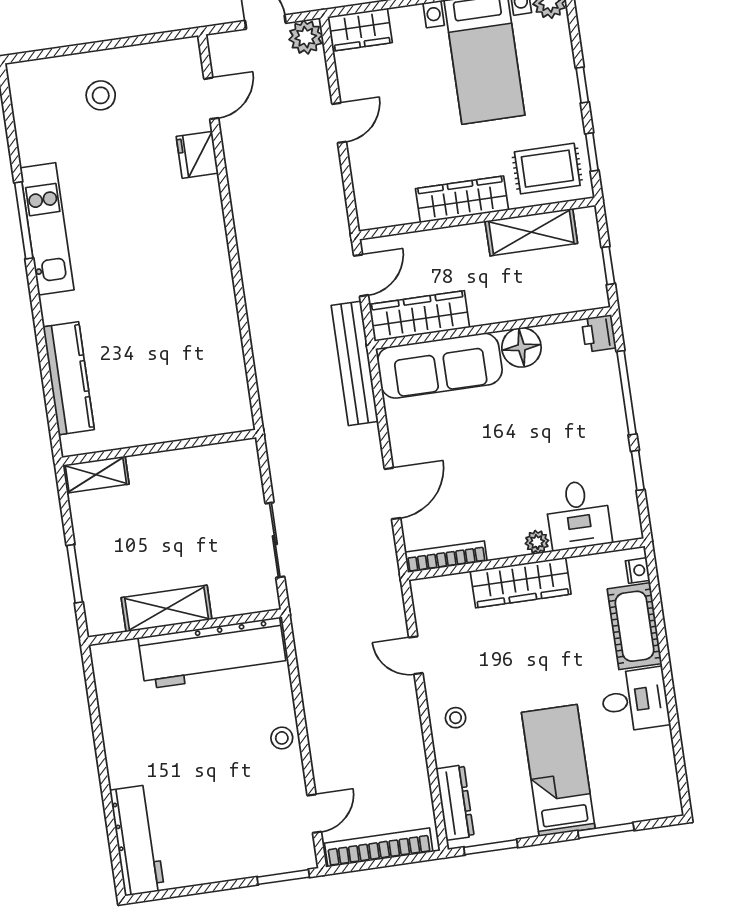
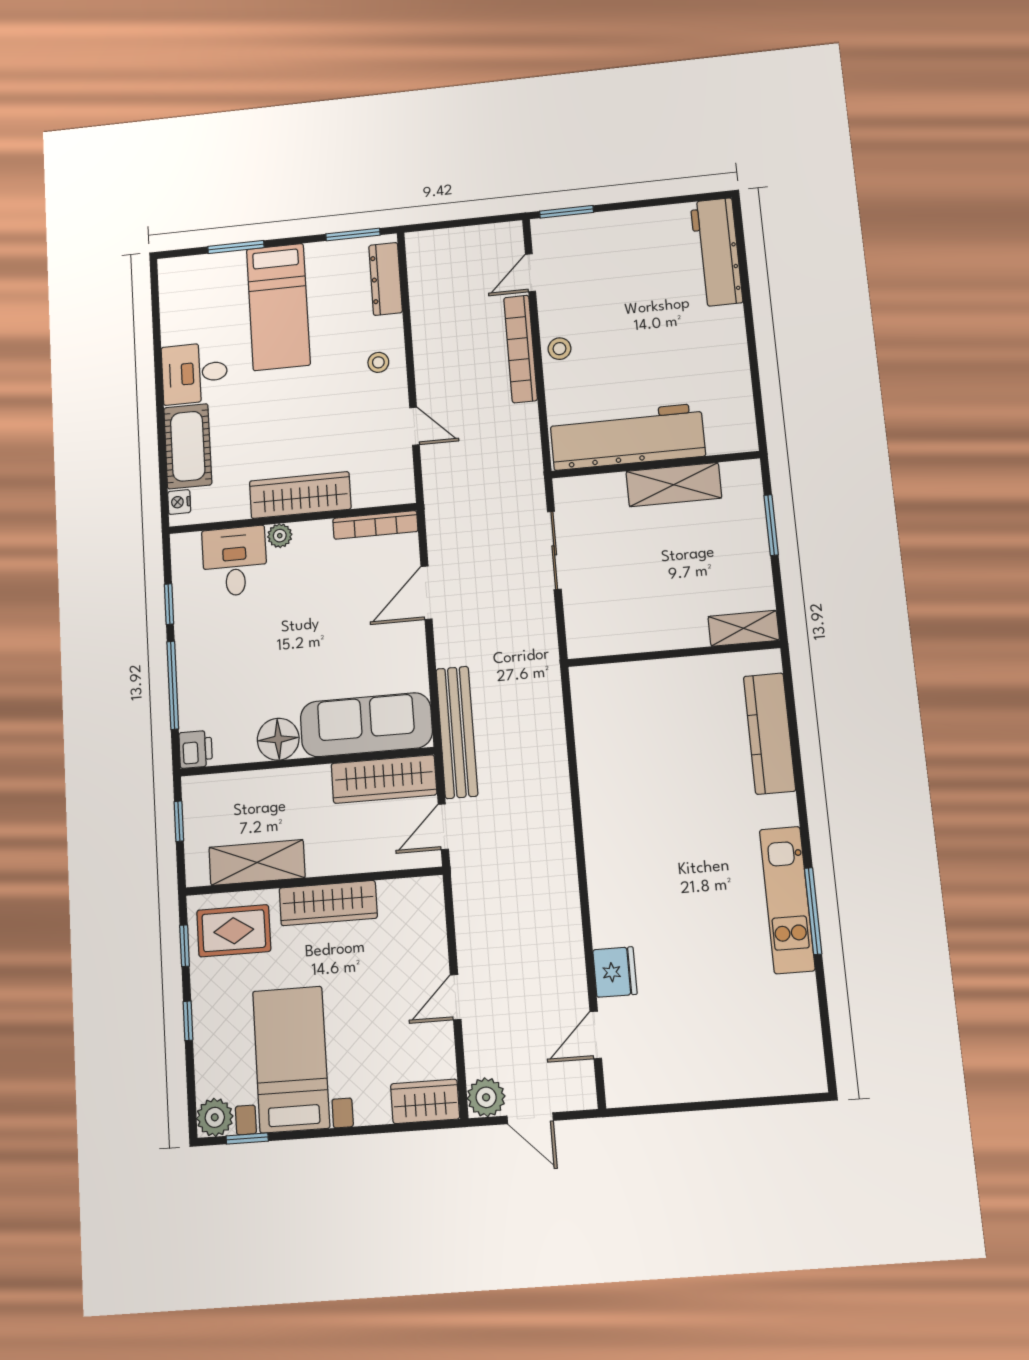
stool: (101, 95) -> (720, 1047), removed
bookcase: (379, 847) -> (521, 349), moved, turned 90

